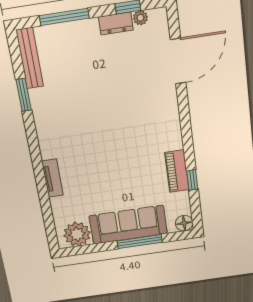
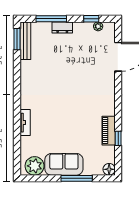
dresser: (116, 23) -> (62, 27), moved
window: (24, 95) -> (17, 39), moved
sofa: (128, 225) -> (64, 164), width x0.73

